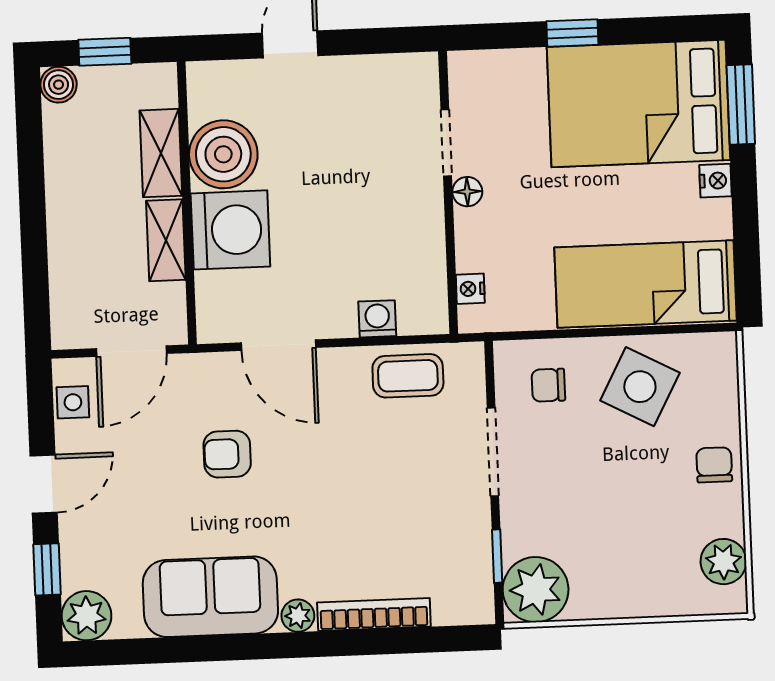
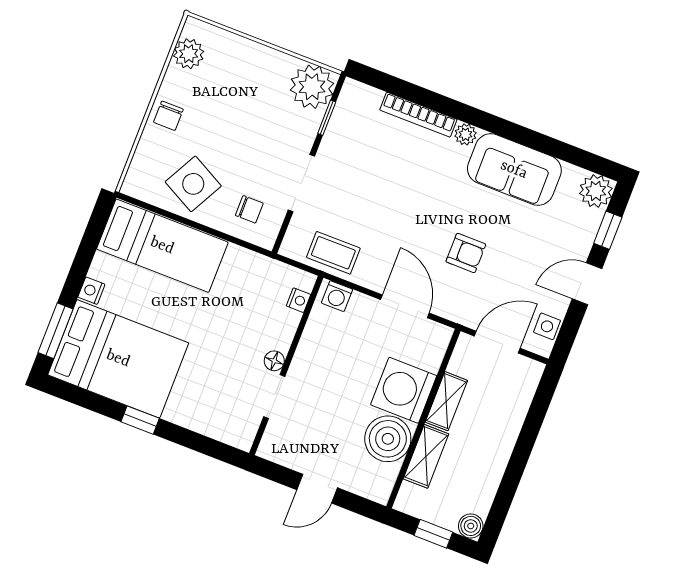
doorway: (446, 143) -> (274, 397), moved
wall: (448, 192) -> (286, 365), moved
floor lamp: (467, 192) -> (274, 361), moved
nightstand: (470, 289) -> (298, 300), moved

